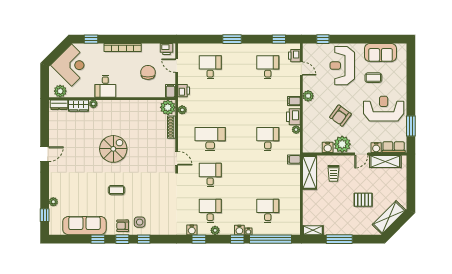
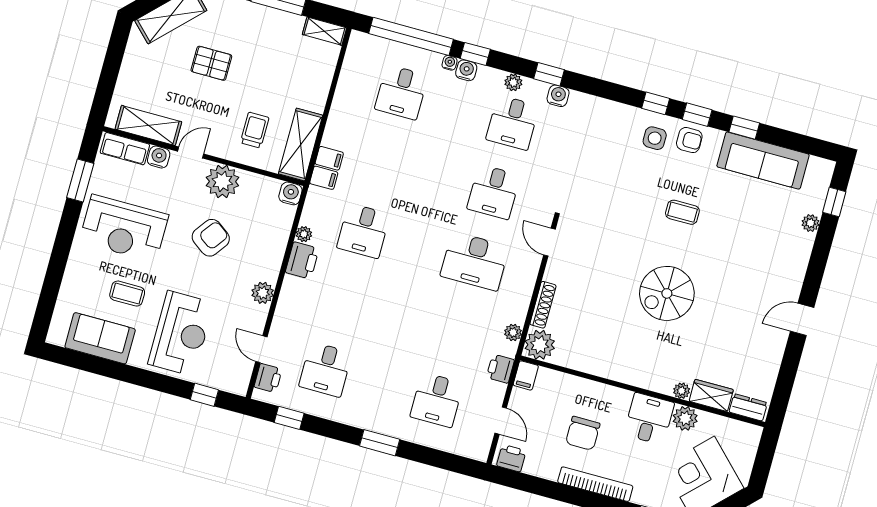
chair: (148, 72) -> (583, 433), moved
plant: (60, 91) -> (685, 418), moved
filing cabinet: (294, 101) -> (329, 158), moved
water cooler: (328, 147) -> (290, 193), moved

